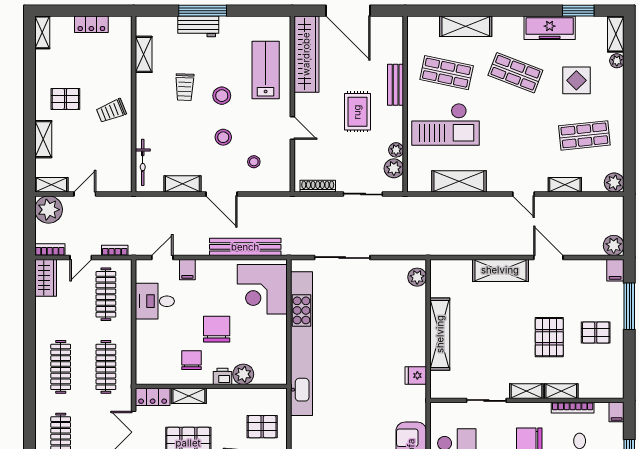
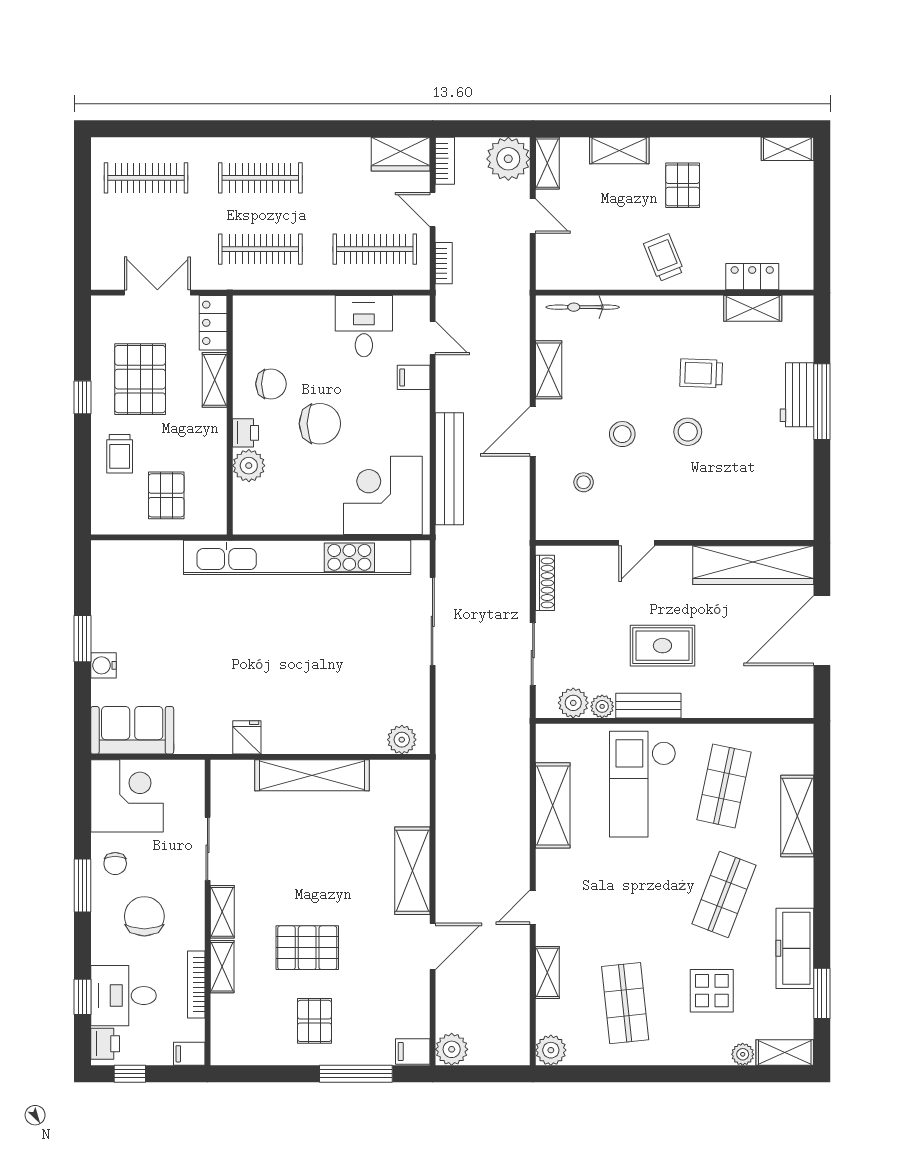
locker: (91, 24) -> (752, 277), moved, turned 90
lab bench: (266, 70) -> (728, 501), removed
bench: (396, 85) -> (648, 706), moved

